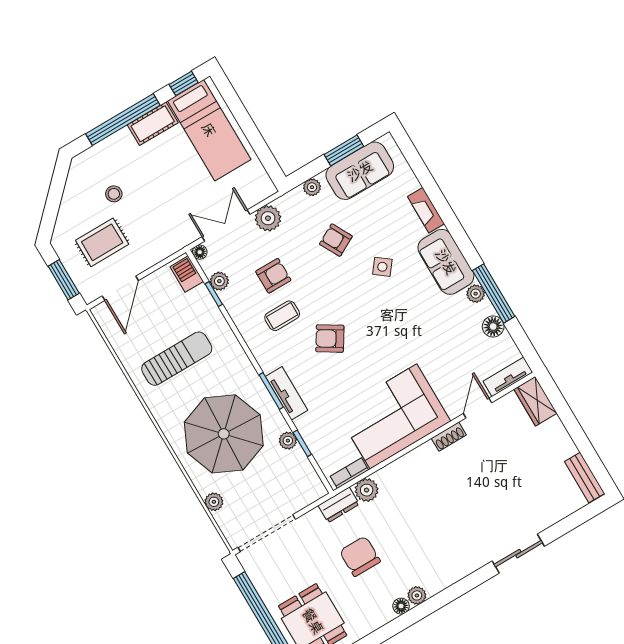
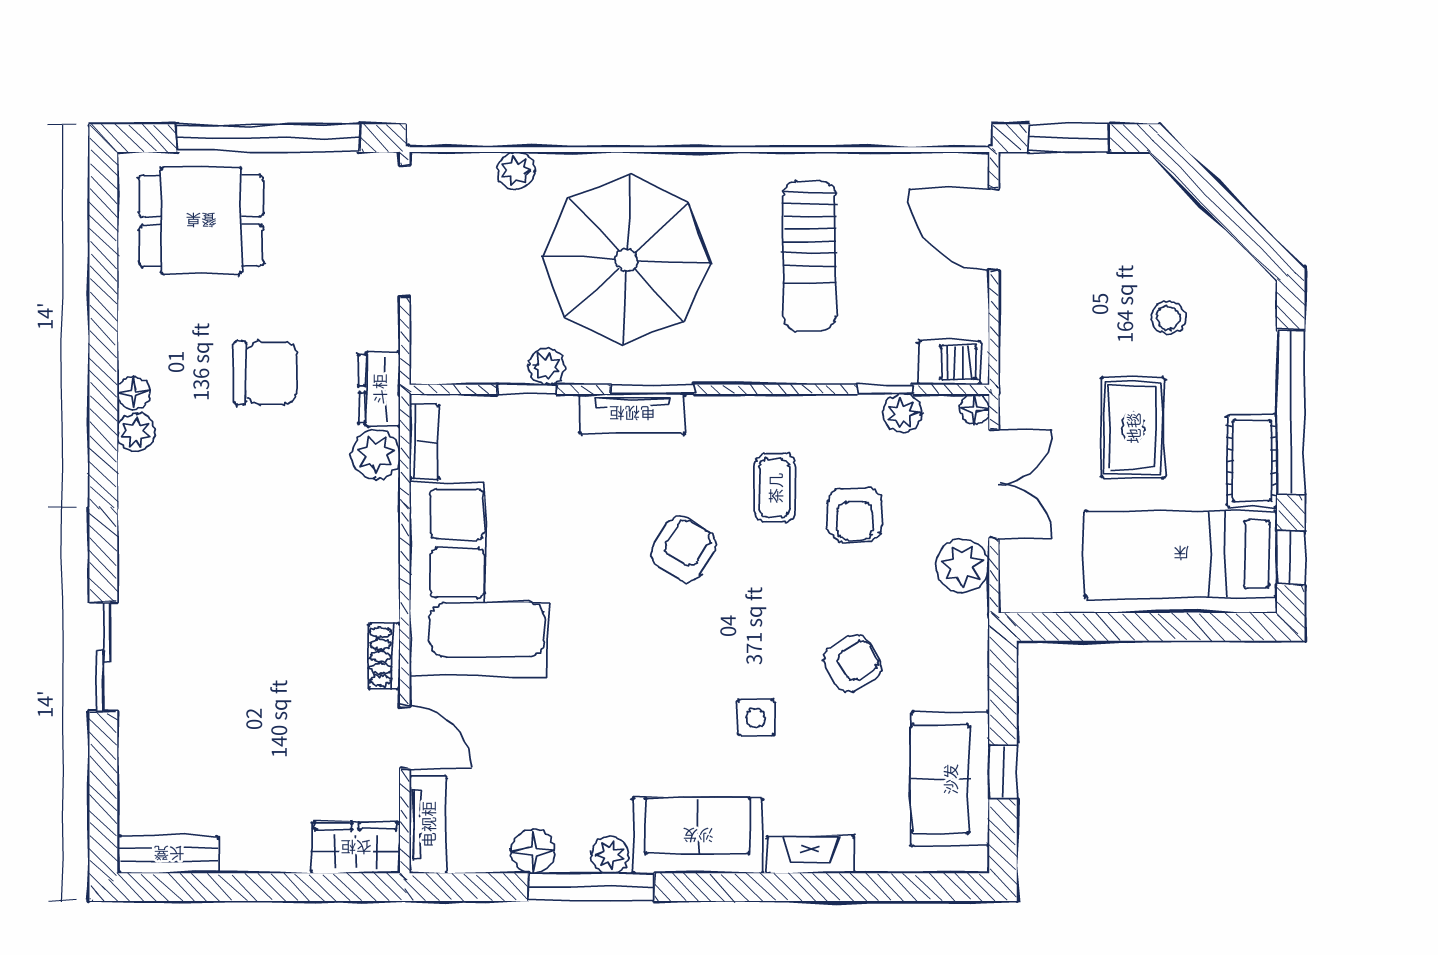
window: (344, 150) -> (1003, 772), width x0.67
plant: (312, 187) -> (971, 677), removed
rug: (102, 242) -> (1133, 428), moved
side table: (382, 267) -> (756, 718), turned -38

